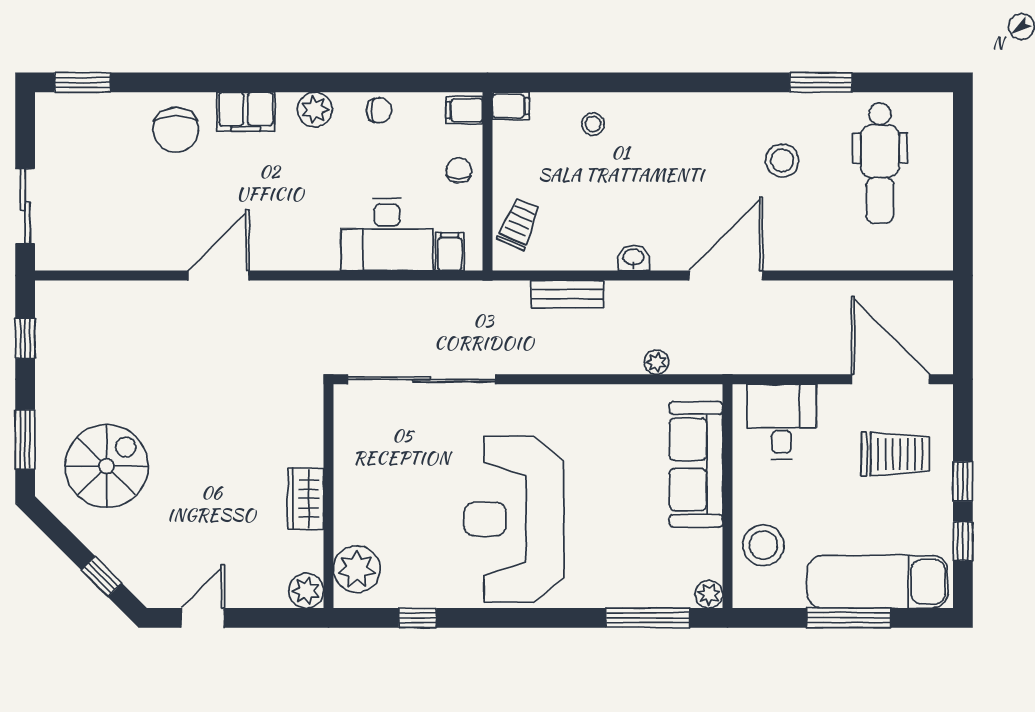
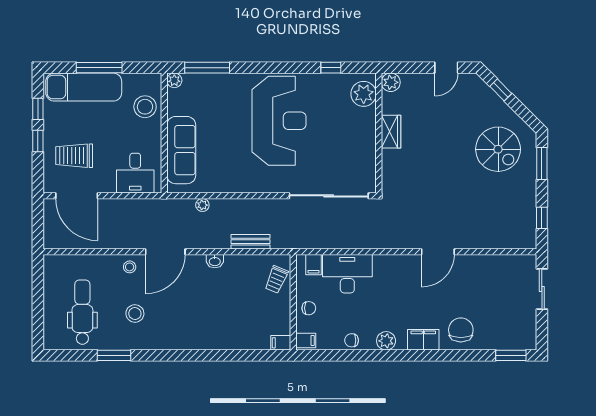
stool: (593, 124) -> (130, 267), moved
chair: (459, 170) -> (309, 308), turned -90
spiral stairs: (107, 466) -> (498, 149), turned -90

